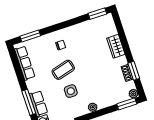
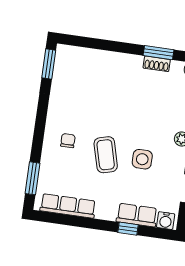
wardrobe: (116, 46) -> (110, 61), removed
window: (29, 102) -> (128, 229), width x0.46

